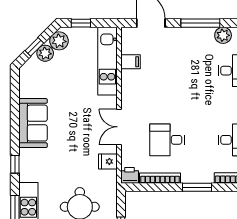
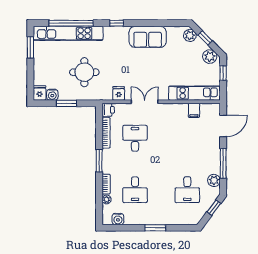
plant: (45, 53) -> (190, 35), moved

